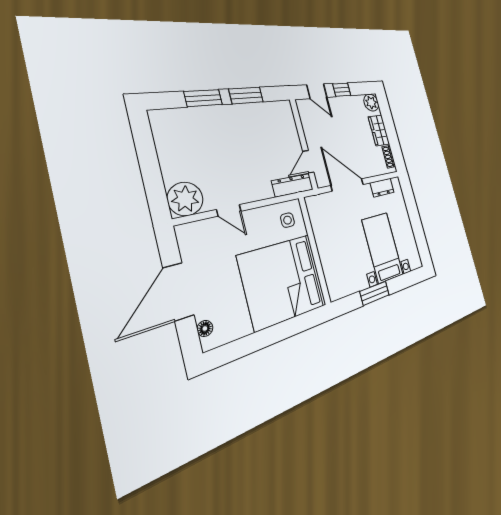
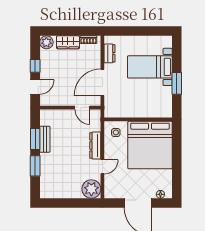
bench: (250, 110) -> (45, 139), added
dresser: (293, 185) -> (95, 145), moved

